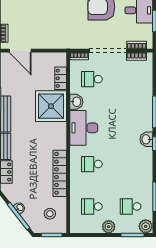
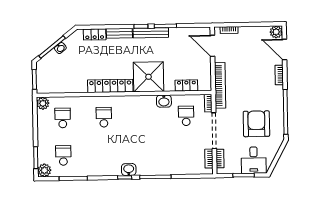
bookcase: (61, 44) -> (220, 85), added
door: (20, 51) -> (212, 46), hinge flipped
shower: (51, 106) -> (149, 77), moved
desk: (84, 128) -> (139, 109), removed
locker: (60, 173) -> (110, 86), moved
stool: (50, 214) -> (55, 77), removed
plant: (109, 227) -> (43, 103), moved

